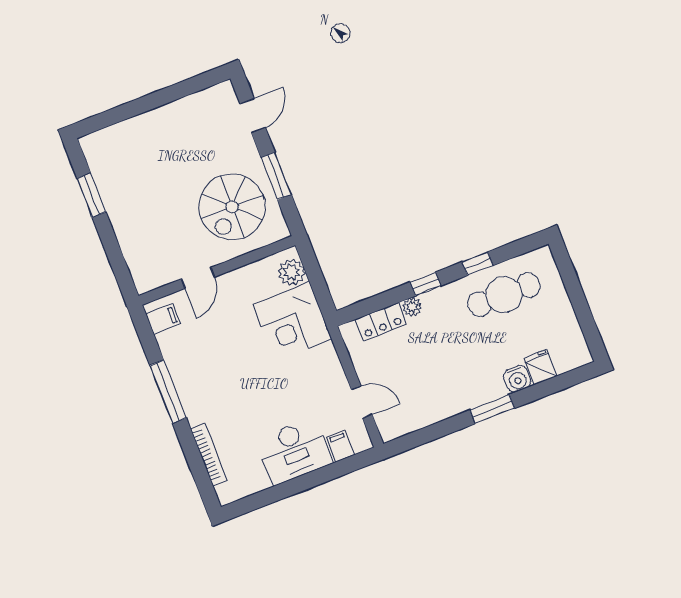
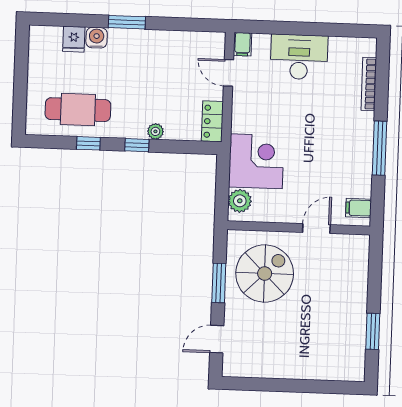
locker: (381, 322) -> (212, 121), moved, turned -90
filing cabinet: (340, 446) -> (242, 44), moved

